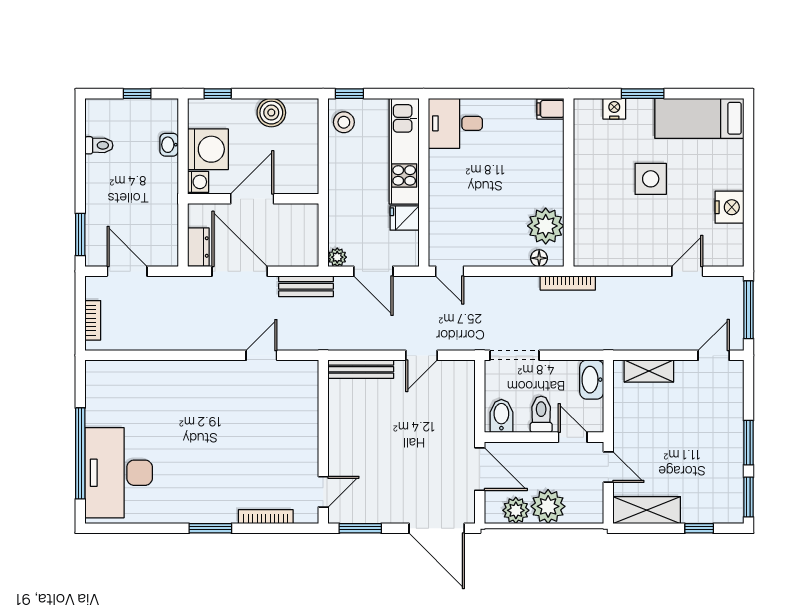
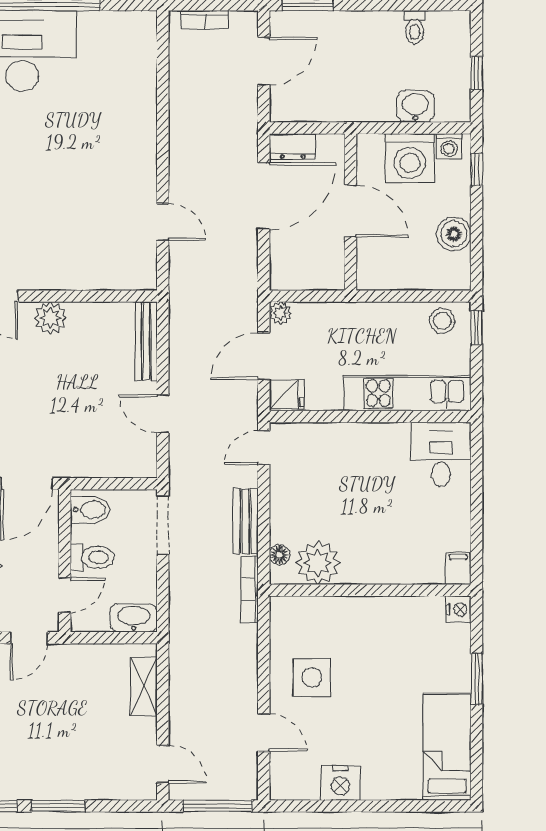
nightstand: (614, 109) -> (459, 609), moved
washbasin: (169, 145) -> (415, 106), width x1.38, depth x1.45
side table: (651, 179) -> (312, 677), moved
washing machine: (198, 182) -> (449, 146), moved
fridge: (405, 218) -> (287, 394), moved, turned 90
bench: (306, 286) -> (246, 521), moved
plant: (342, 449) -> (50, 318), added

